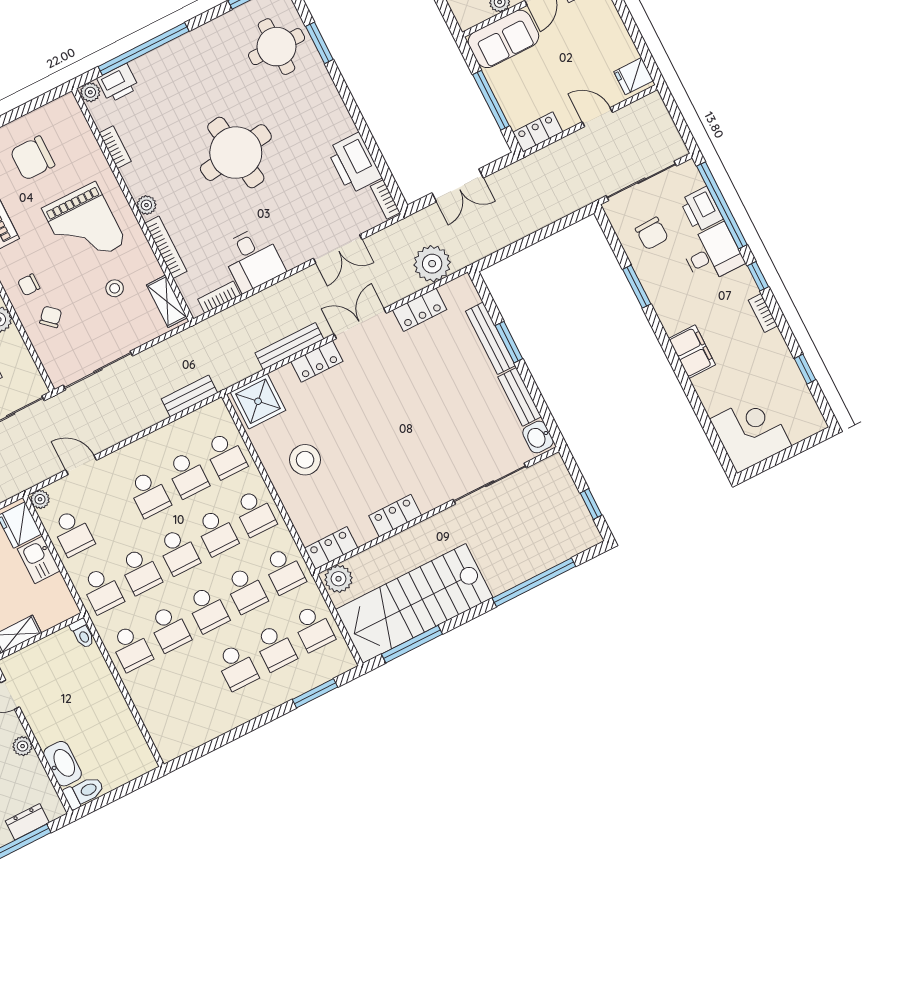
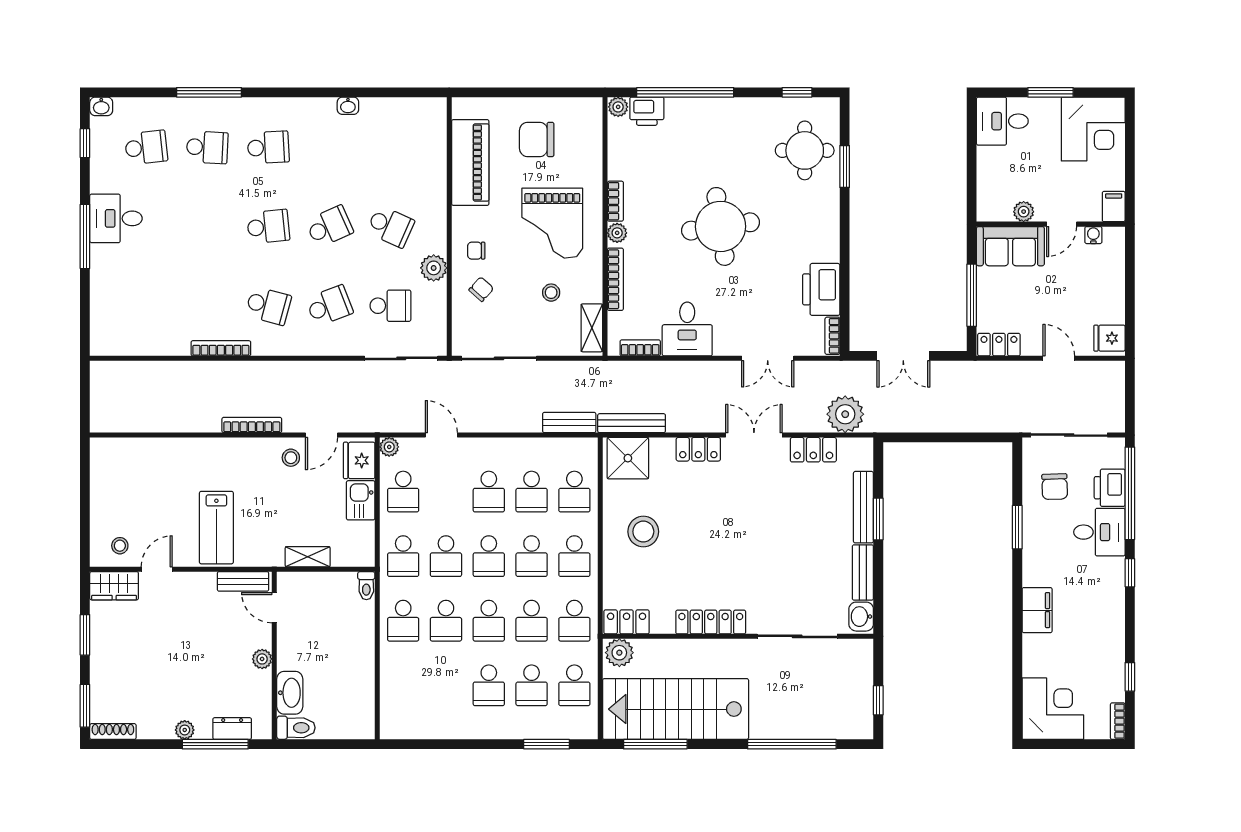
bookcase: (115, 147) -> (615, 201), moved
bookcase: (763, 313) -> (1118, 721), moved
bench: (289, 346) -> (632, 423), moved
locker: (395, 516) -> (711, 622), width x1.53

